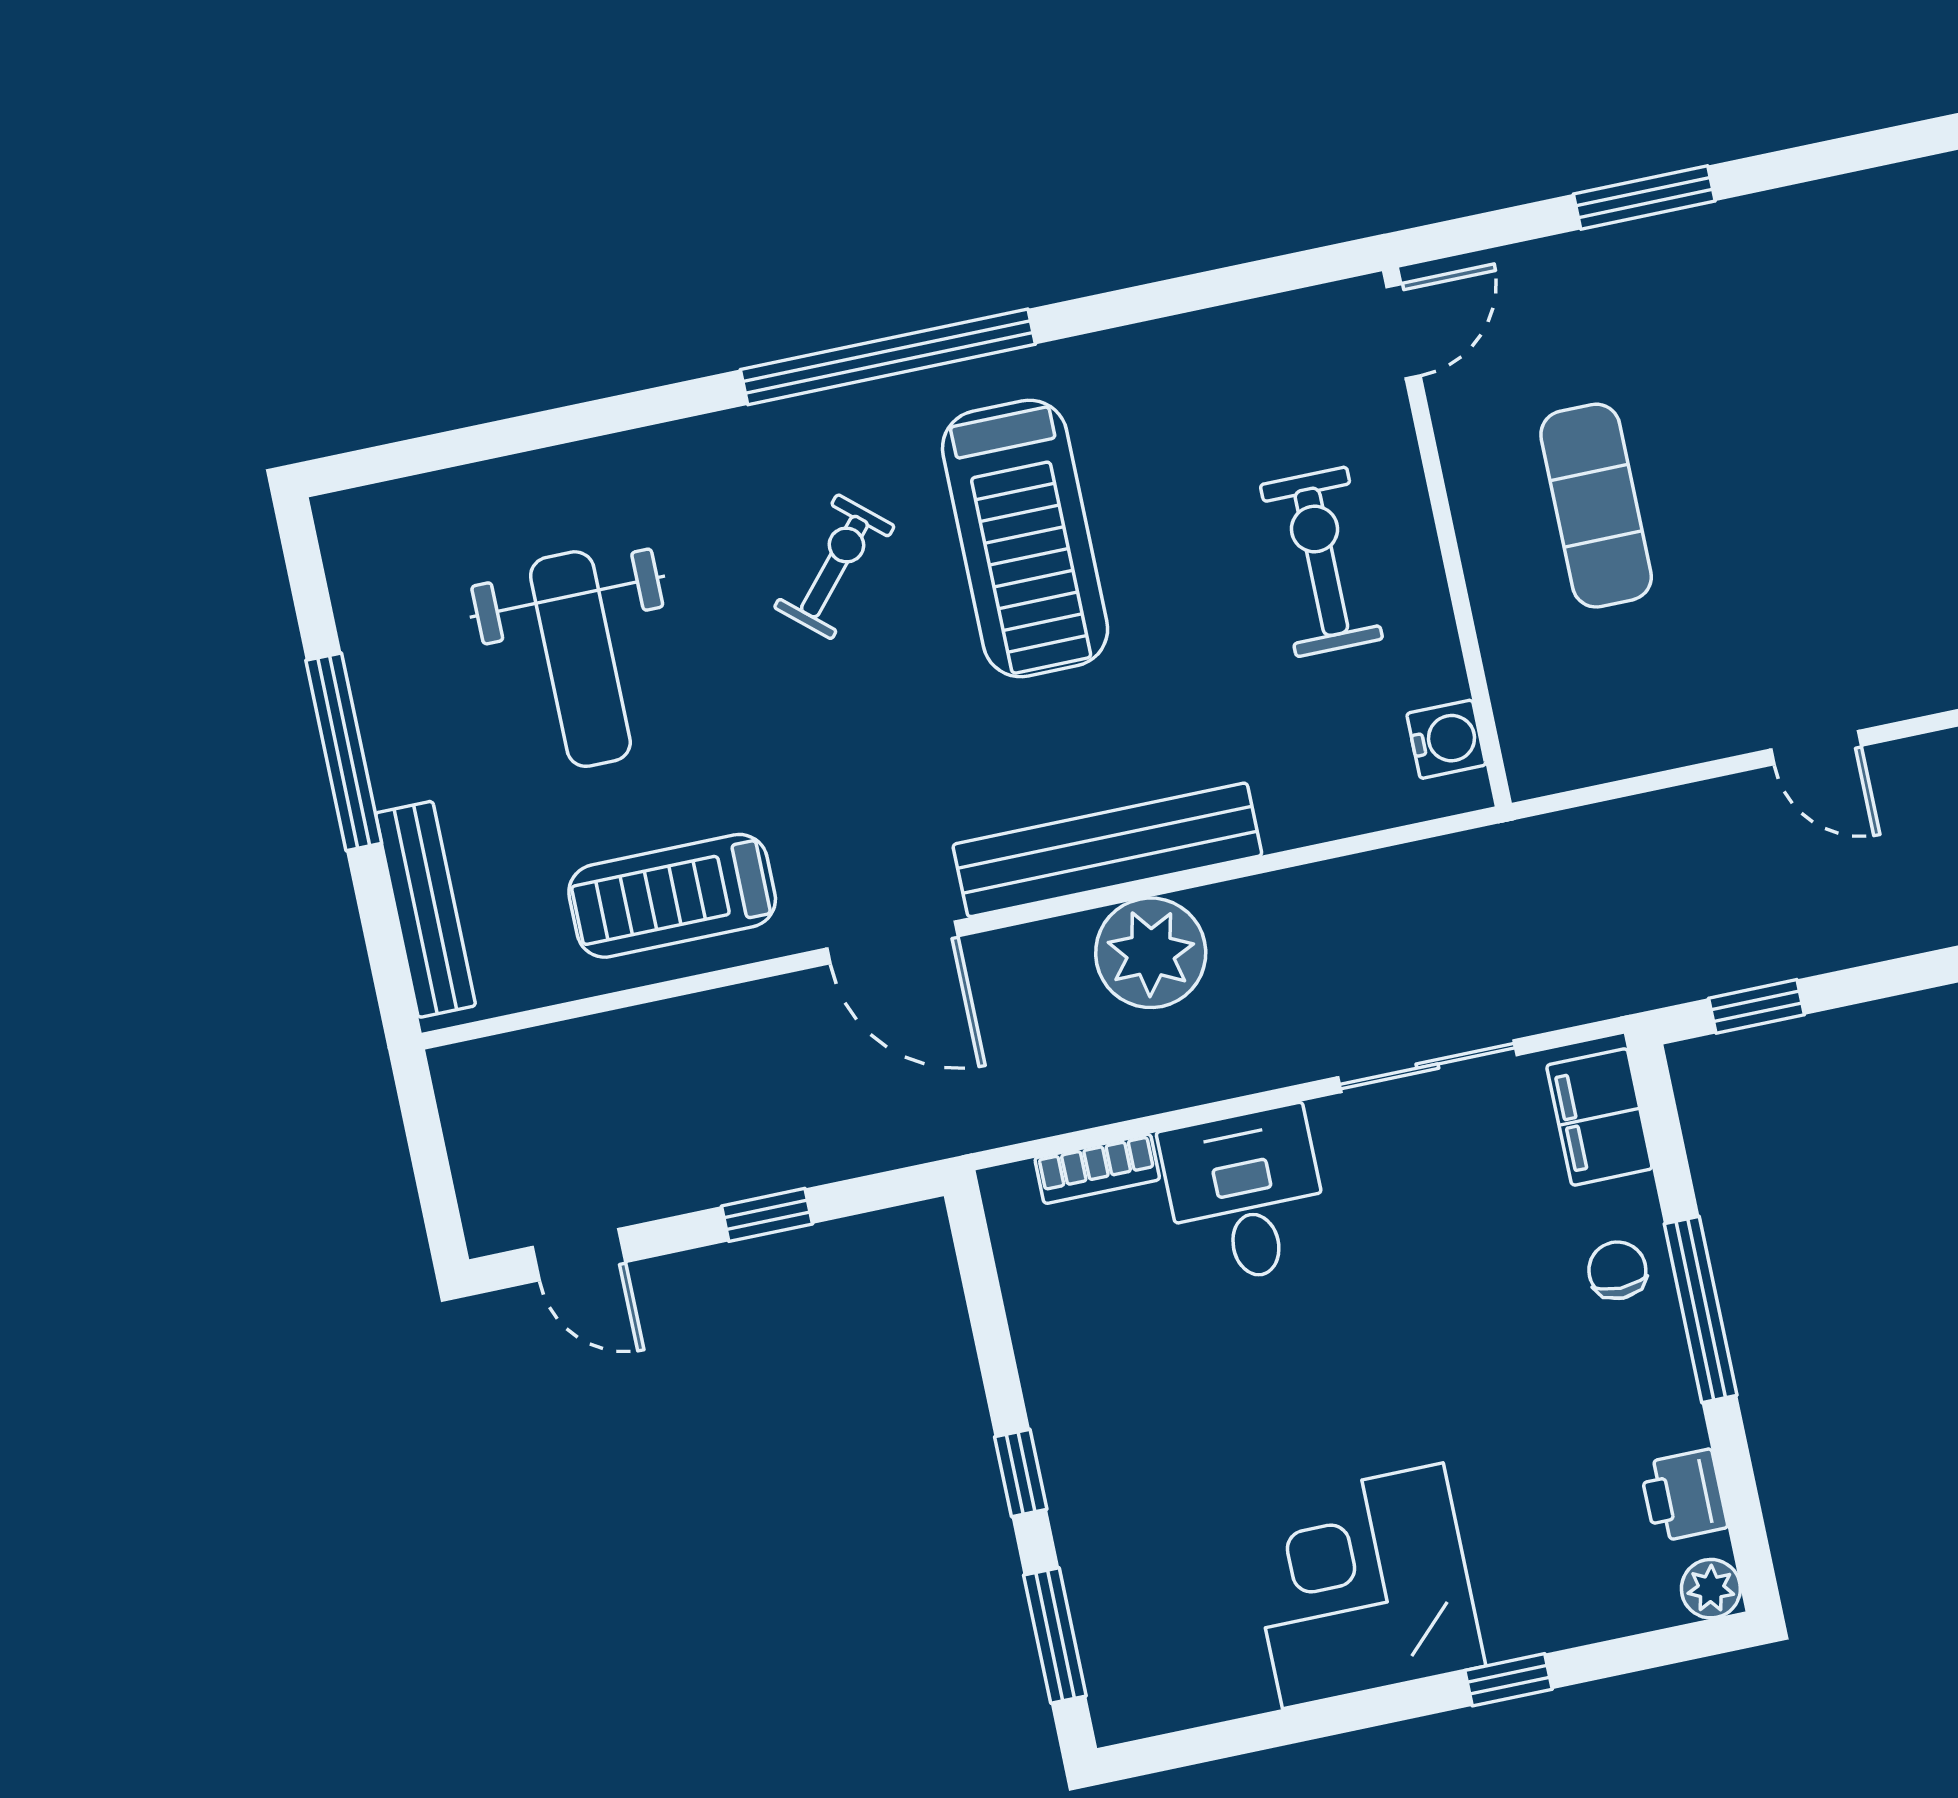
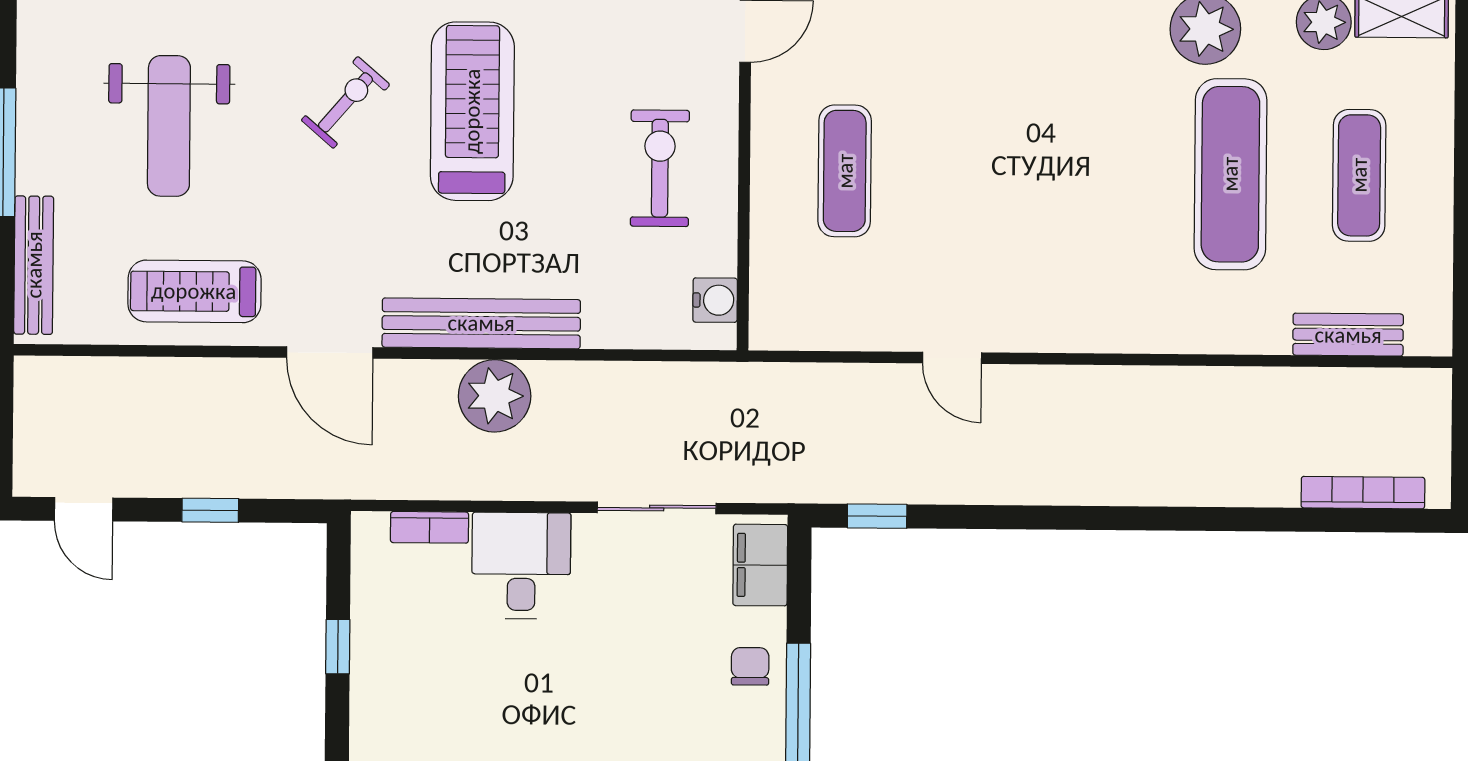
treadmill: (1025, 538) -> (472, 111), turned 180
window: (1021, 1473) -> (338, 647), moved

